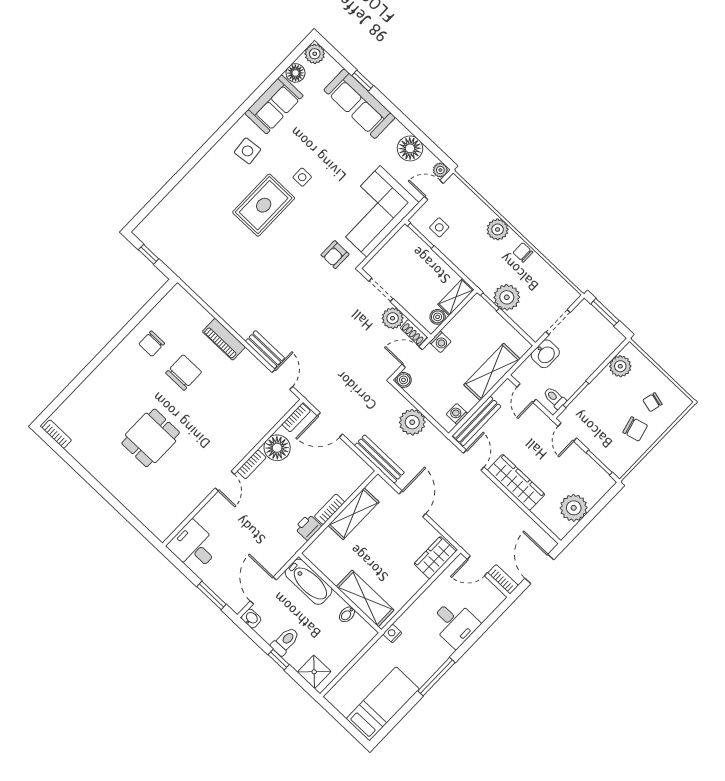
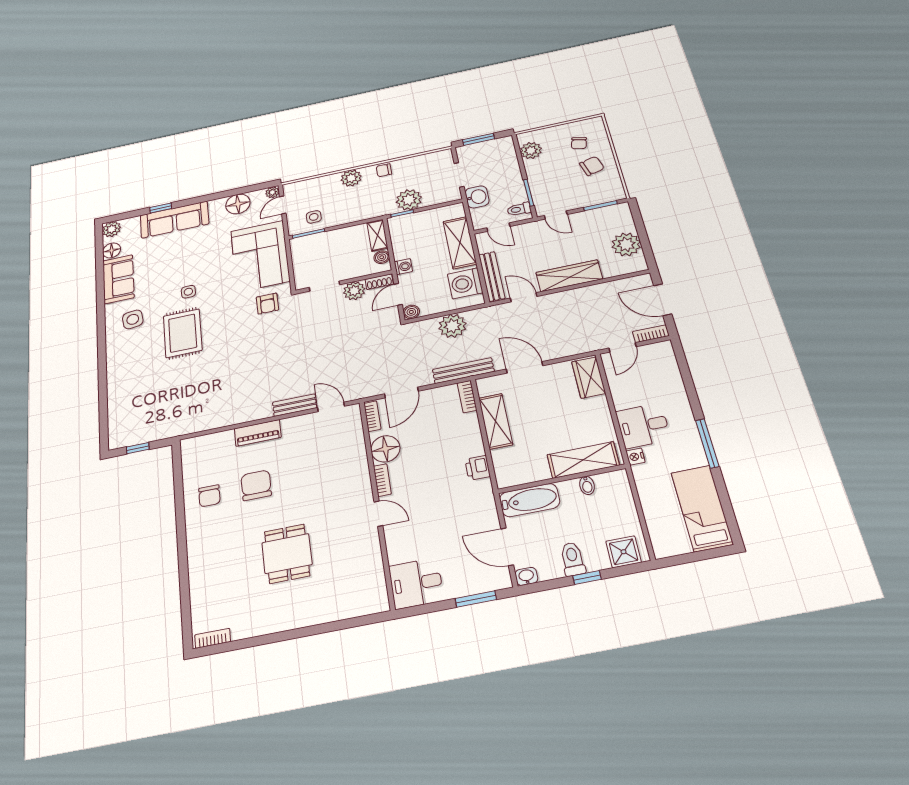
washing machine: (457, 414) -> (465, 283), width x1.89, depth x1.89
bookcase: (330, 509) -> (467, 397), moved
desk: (455, 623) -> (643, 426), moved, turned 180

